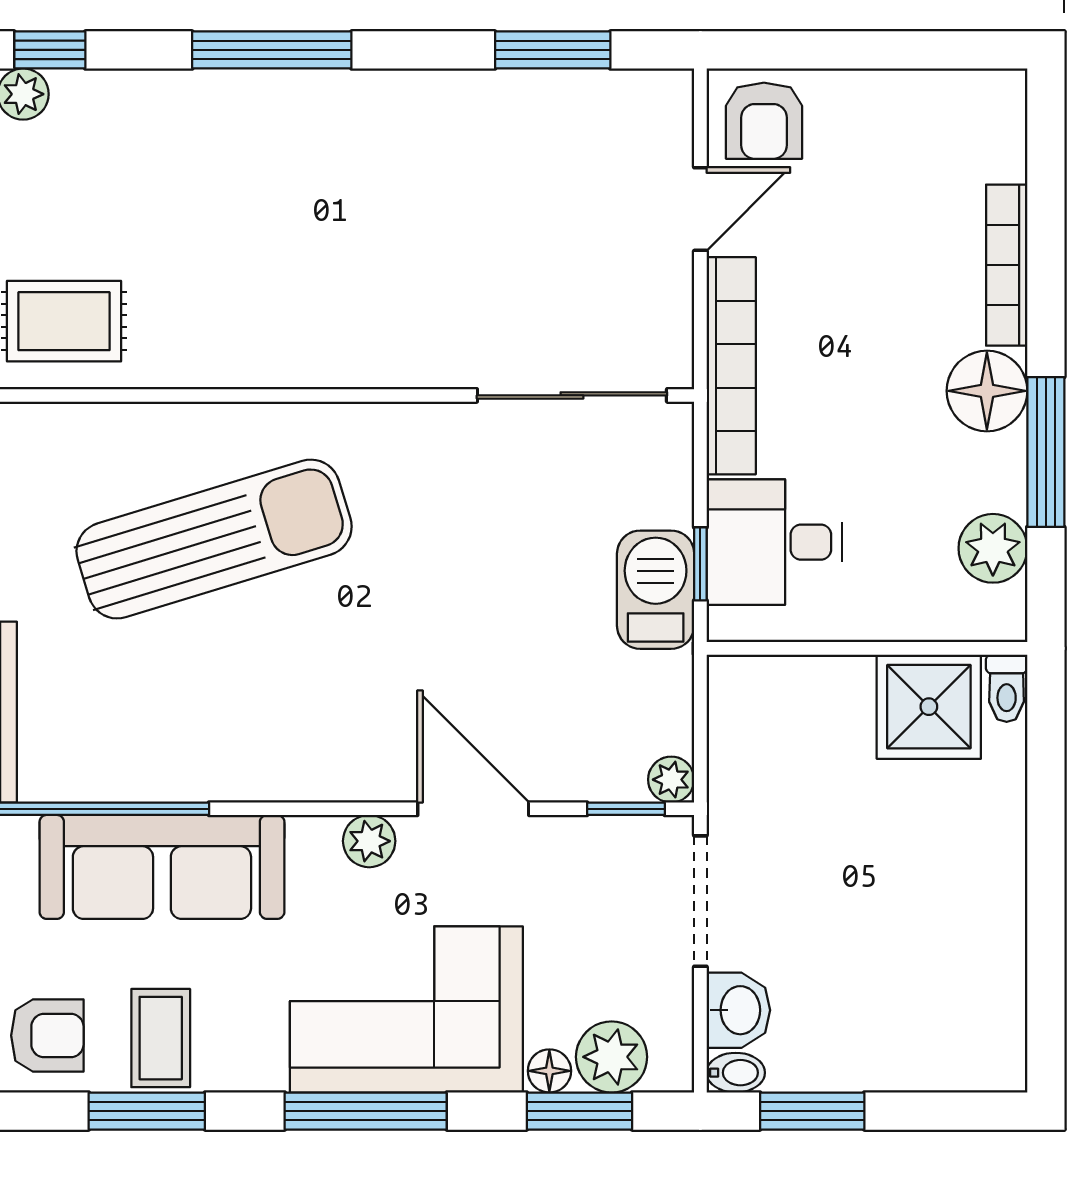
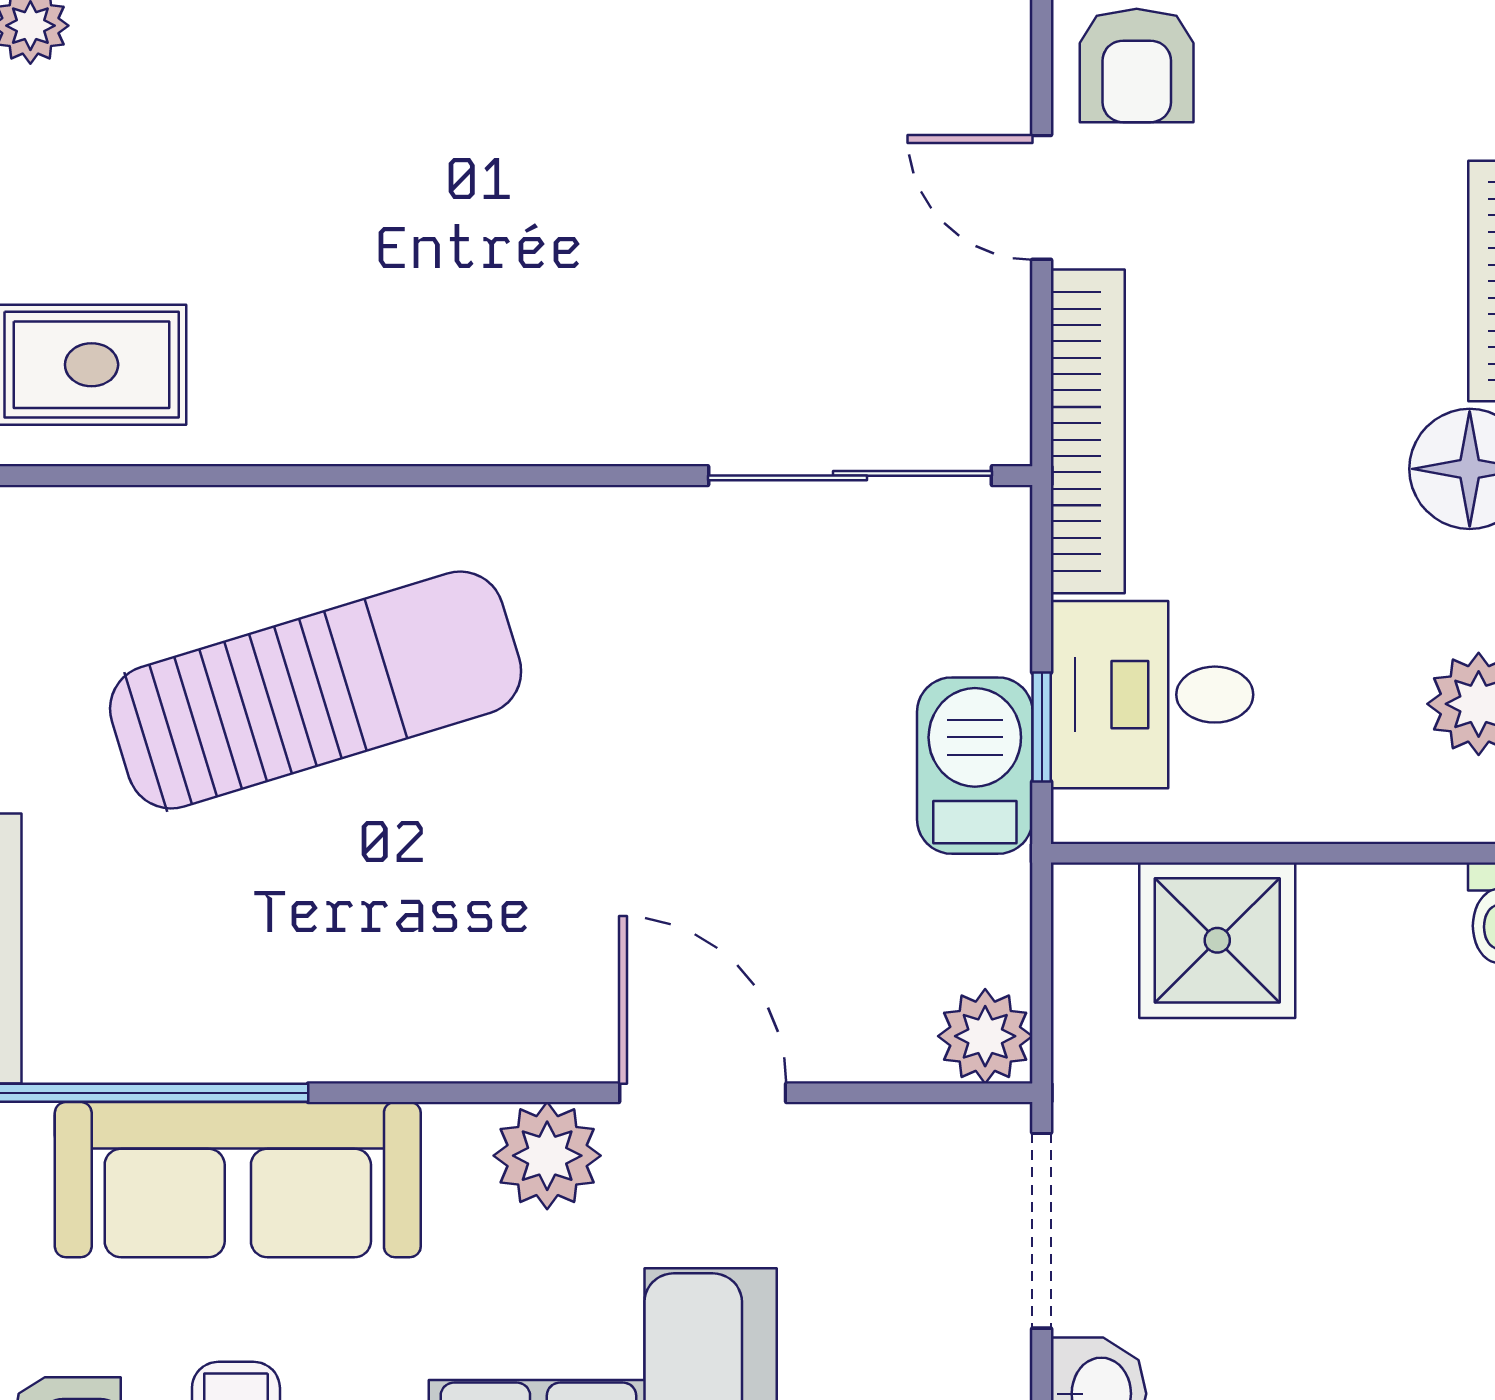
door: (700, 209) -> (1042, 197), swing flipped
shower: (929, 707) -> (1217, 940), moved
plant: (671, 780) -> (985, 1036), width x1.38, depth x1.38
window: (626, 809) -> (931, 1093), removed
plant: (369, 841) -> (547, 1156), width x1.38, depth x1.38

